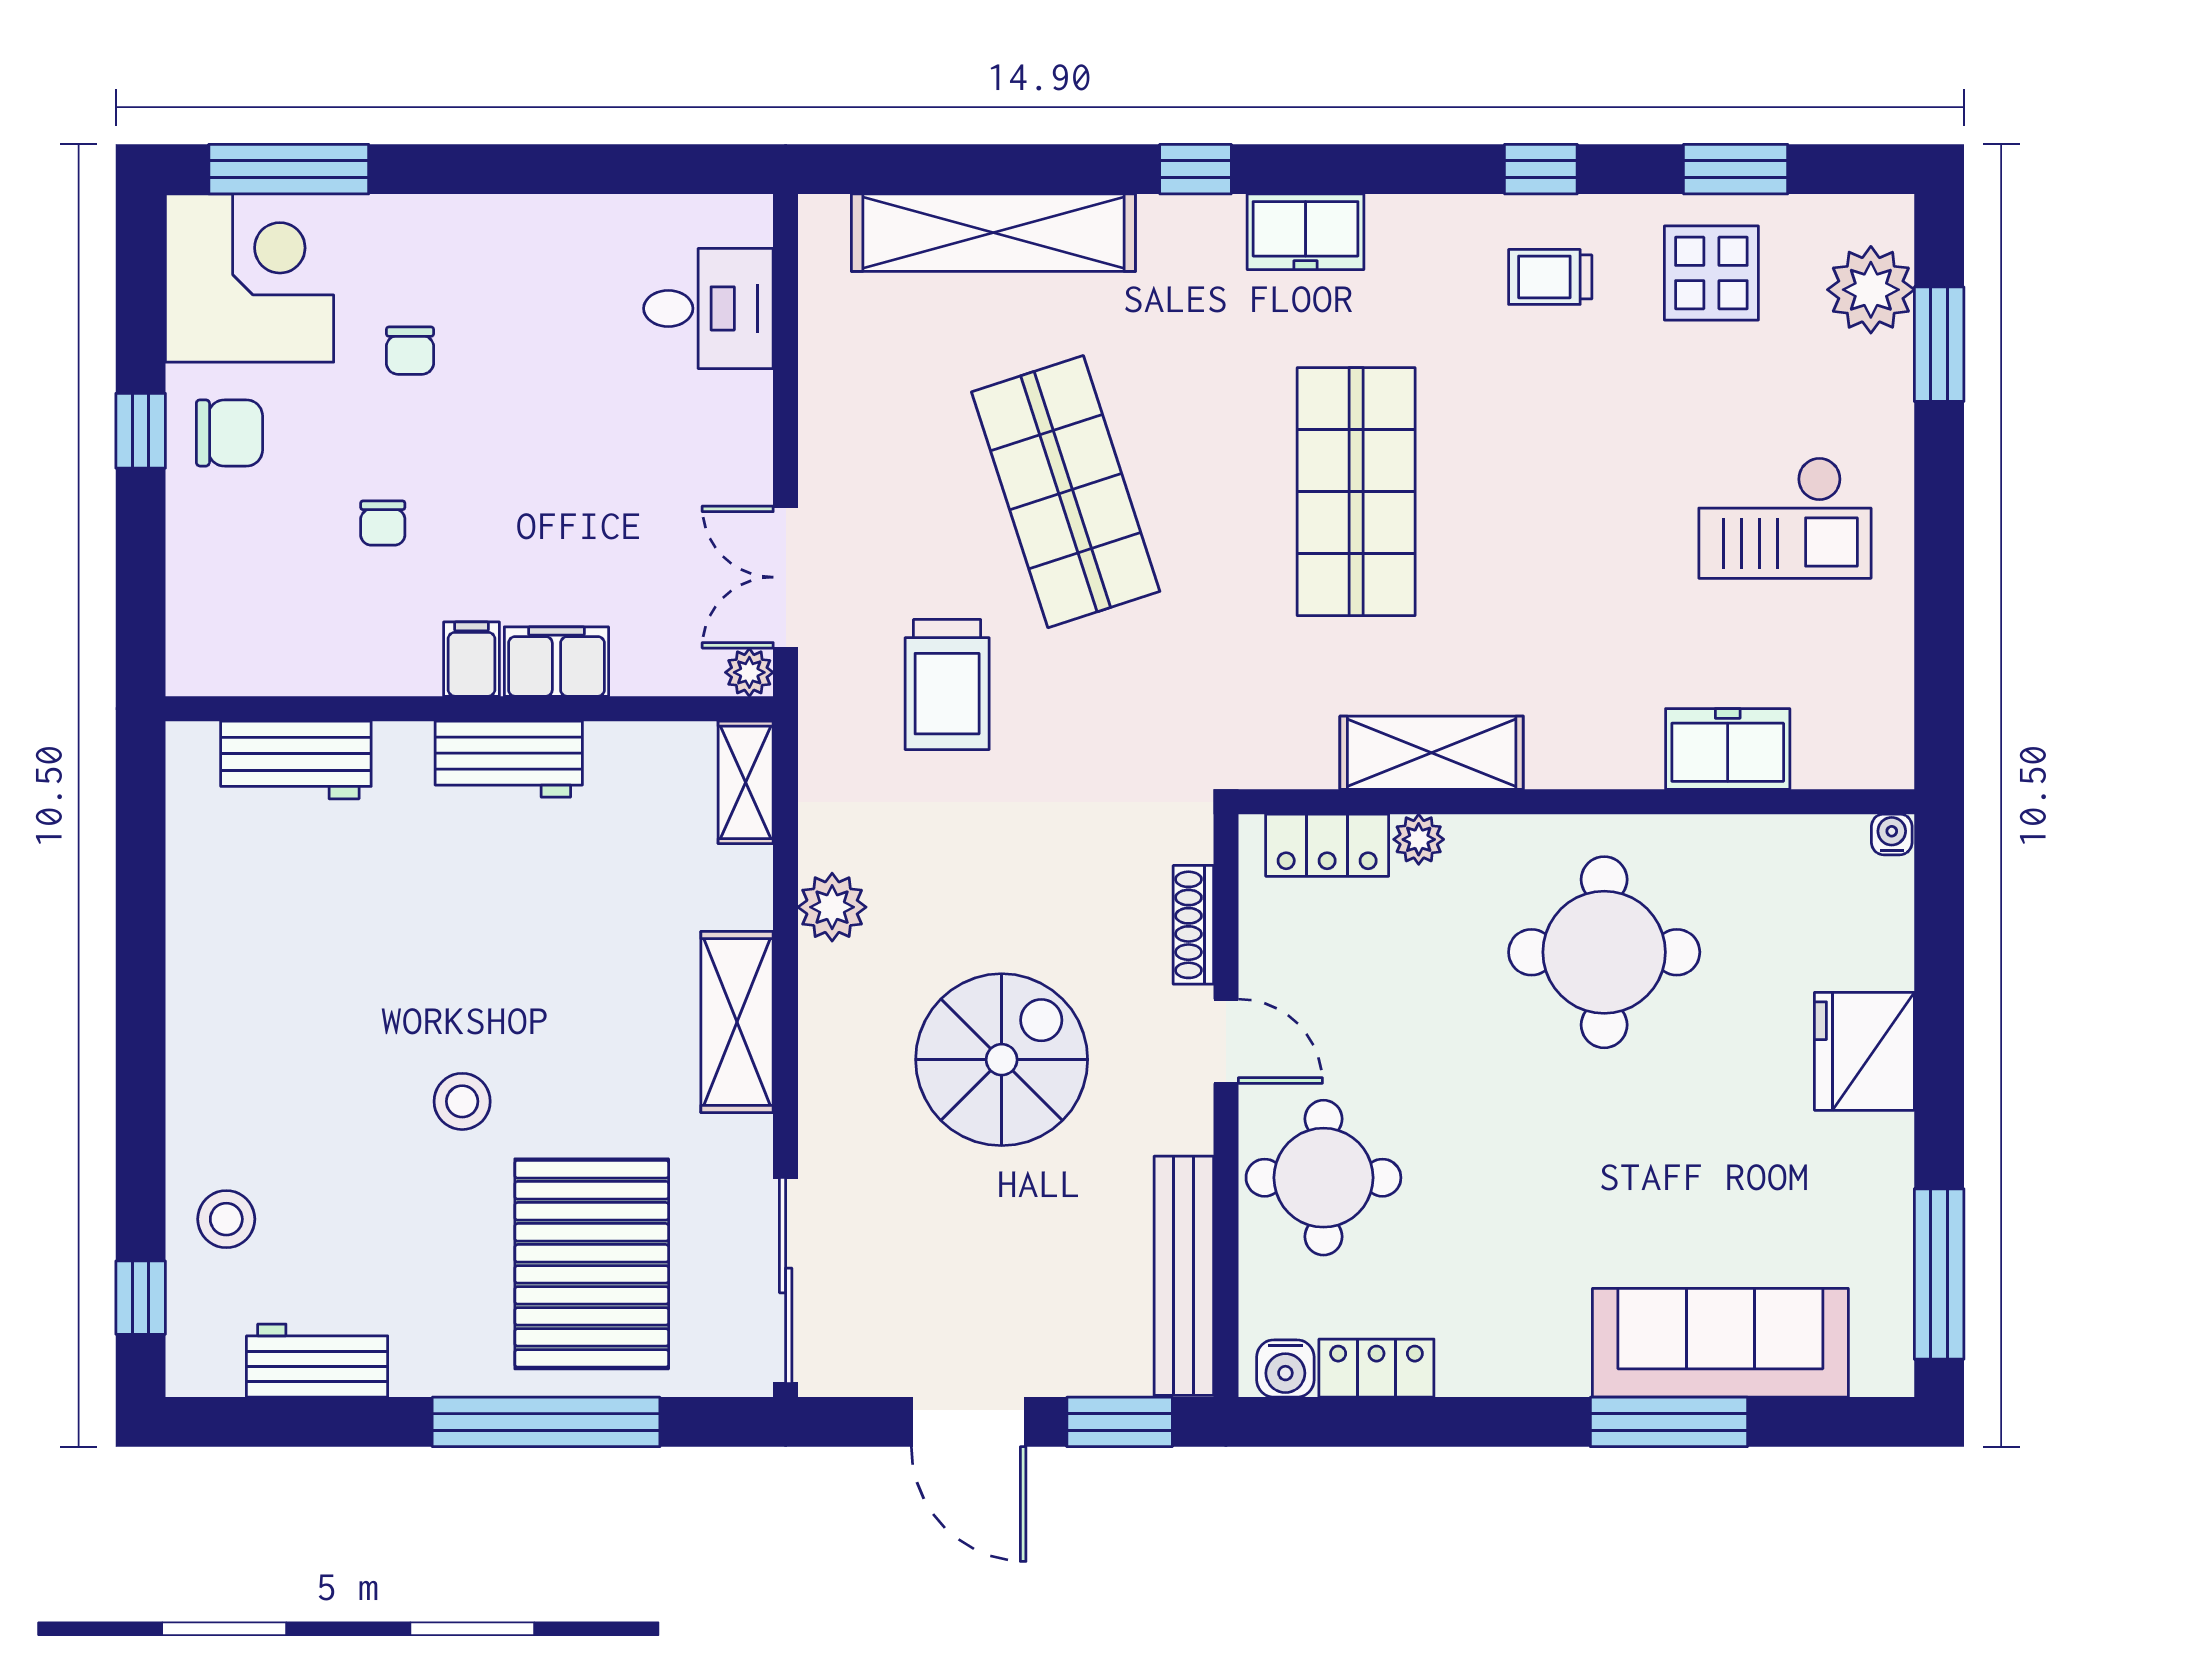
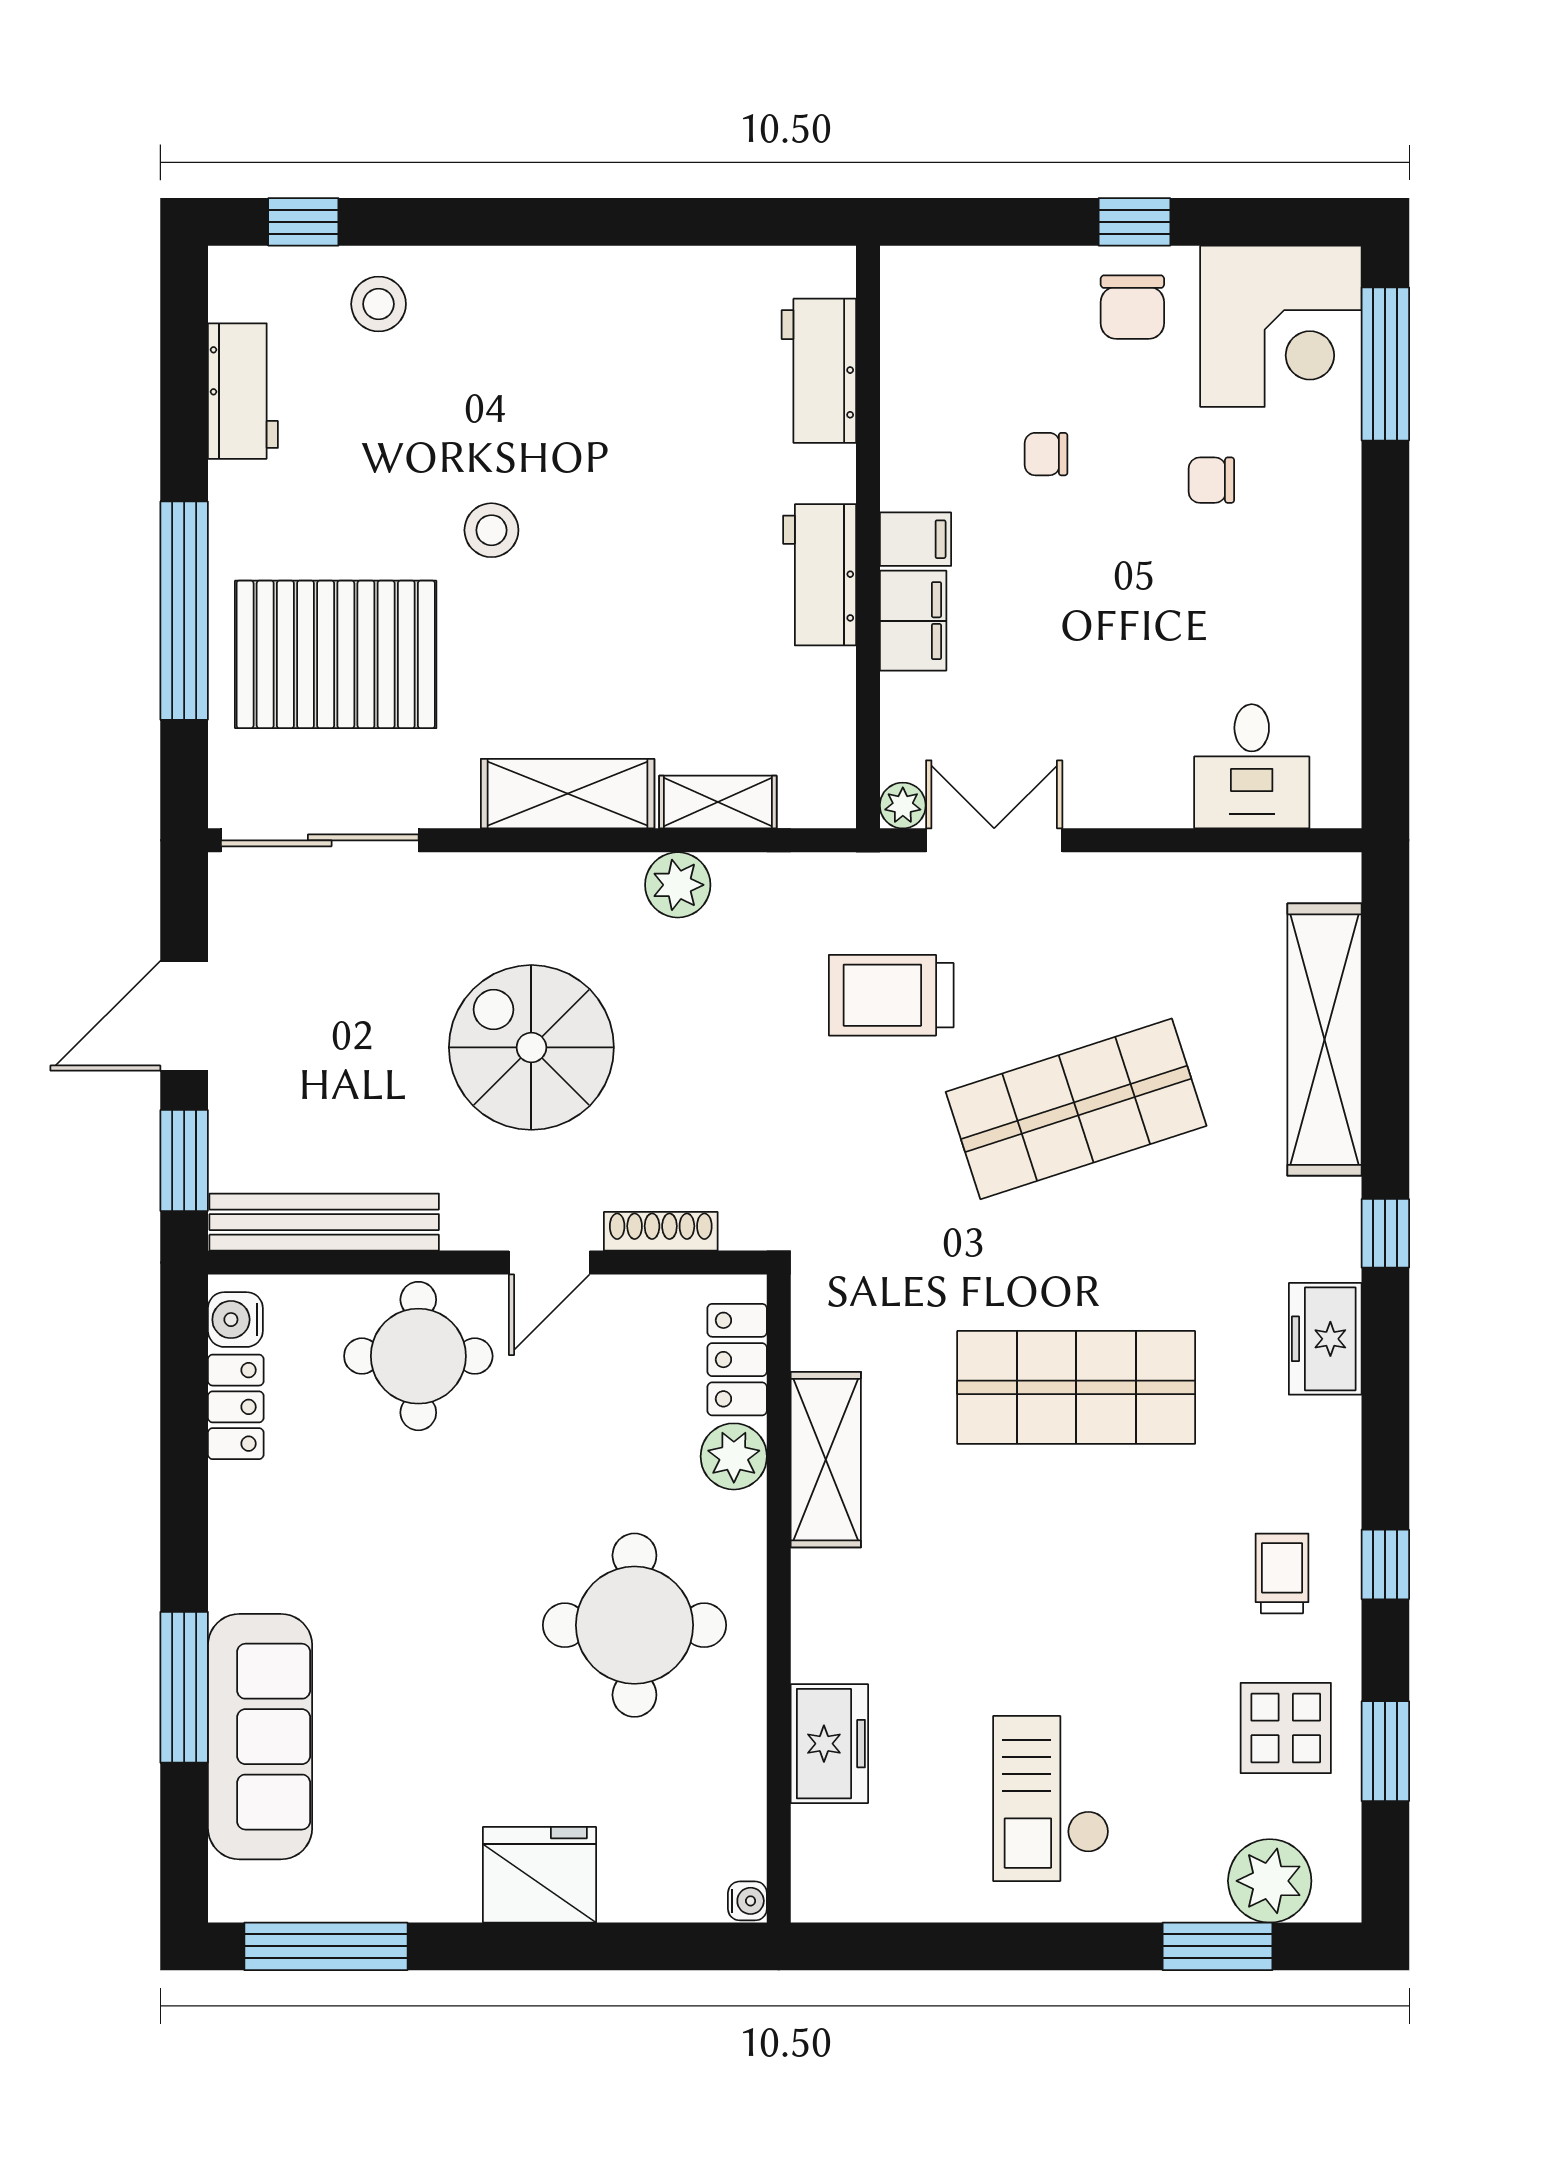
shelving: (746, 782) -> (718, 802), moved
plant: (1419, 839) -> (734, 1456), width x1.38, depth x1.38
spiral stairs: (1002, 1060) -> (531, 1047), turned 180

